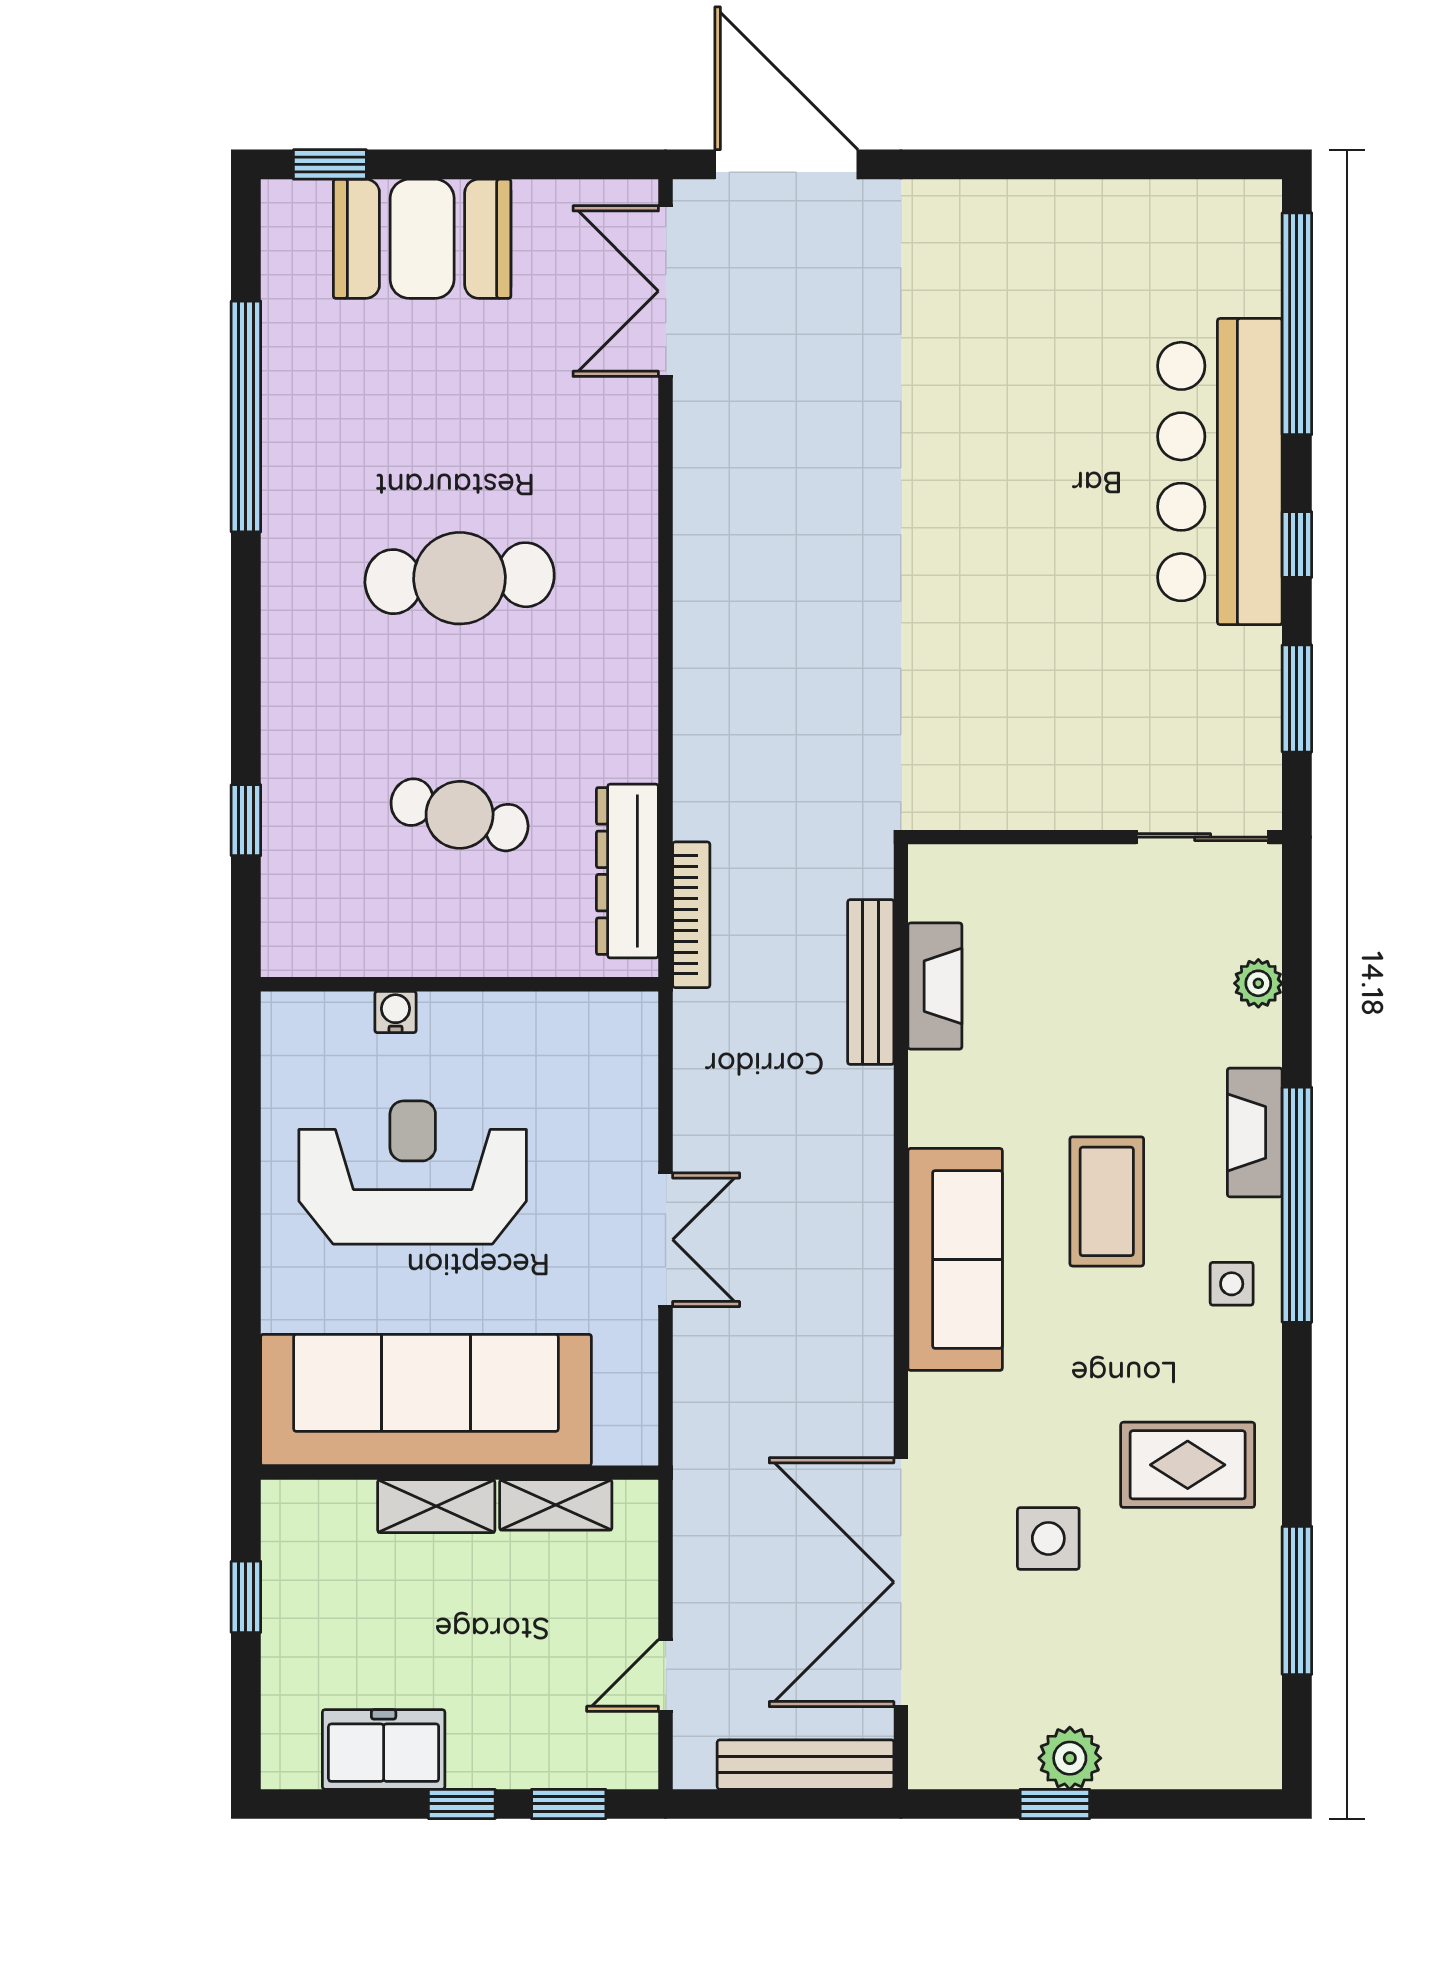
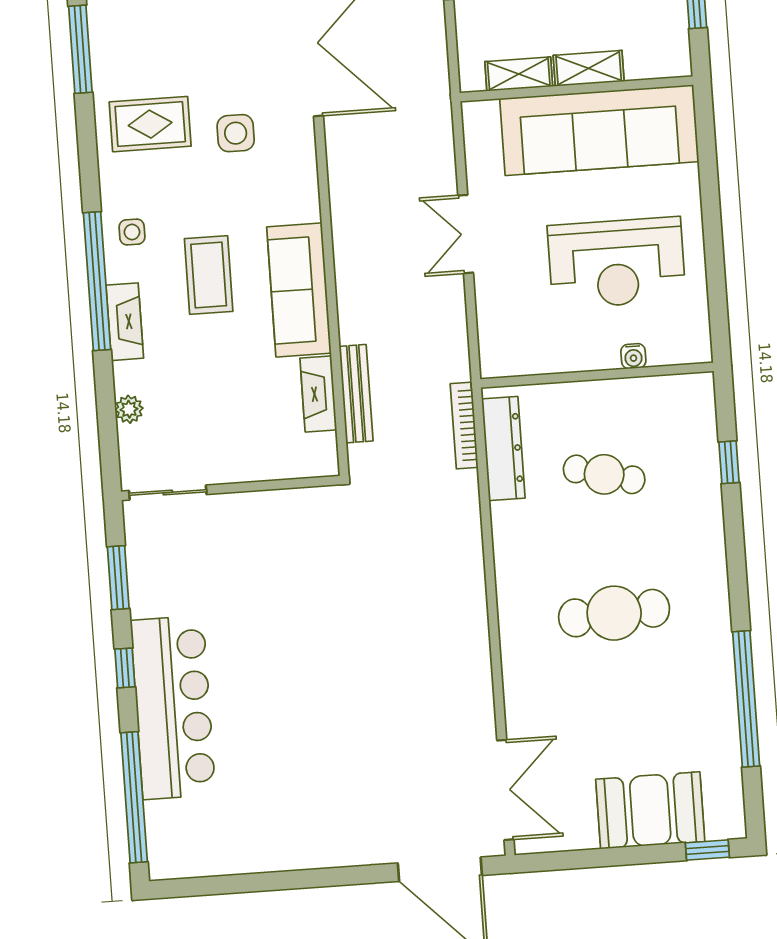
sofa: (955, 1259) -> (299, 290), moved
side table: (1048, 1538) -> (236, 133), moved

